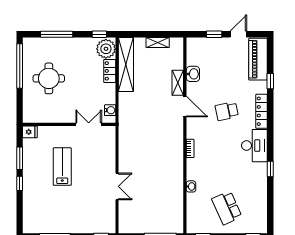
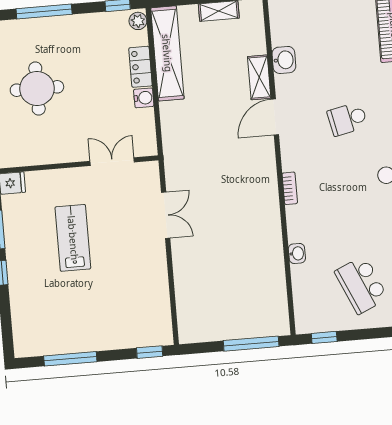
plant: (106, 49) -> (138, 21), width x0.53, depth x0.53
door: (185, 106) -> (275, 117), swing flipped
water cooler: (110, 110) -> (144, 98), moved
double door: (117, 186) -> (166, 215), moved

